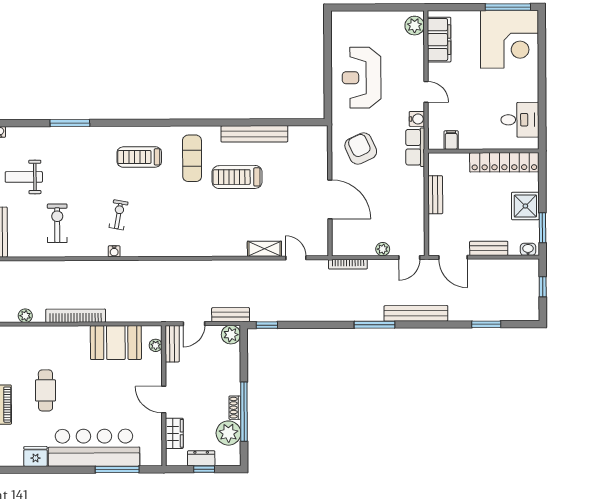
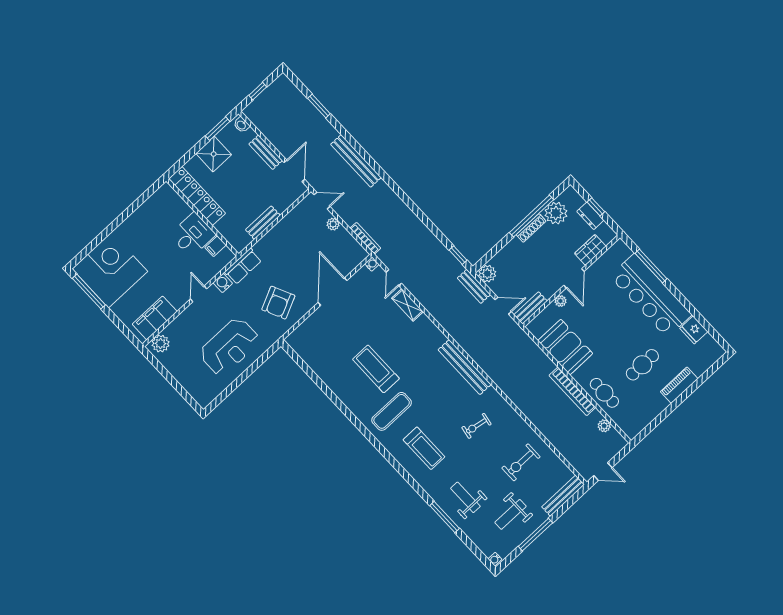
desk: (520, 120) -> (193, 235), moved, turned 90
bench: (254, 134) -> (465, 367), moved
weight bench: (70, 154) -> (465, 497), added
weight bench: (24, 177) -> (510, 514), turned 90
treadmill: (237, 177) -> (376, 369), turned 180
water cooler: (114, 251) -> (372, 264), moved
window: (374, 325) -> (390, 182), removed
cafe table: (51, 340) -> (604, 393), added
plant: (156, 345) -> (560, 301), moved
shoe rack: (235, 408) -> (531, 228), width x1.43

